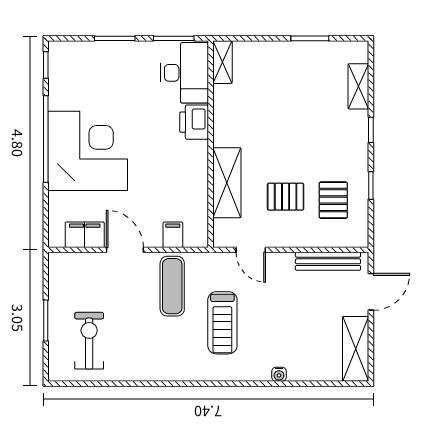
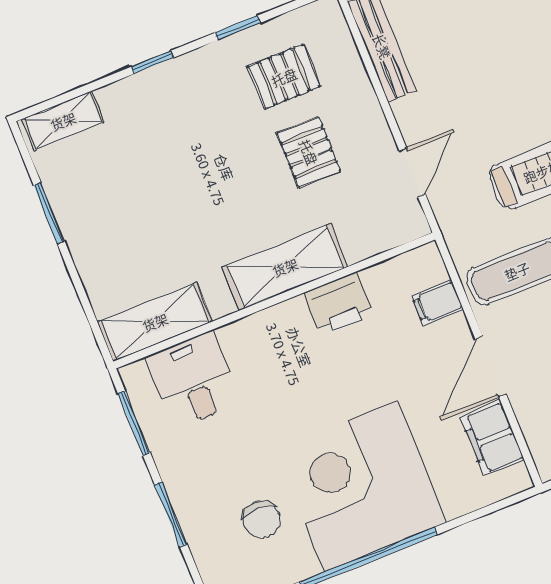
shelving: (222, 62) -> (155, 322), width x1.50, depth x1.33
desk: (185, 73) -> (193, 380), width x0.73
shelving: (358, 86) -> (63, 121), moved
chair: (91, 88) -> (262, 519), added
printer: (194, 122) -> (339, 304), moved
shelving: (227, 183) -> (285, 267), moved

